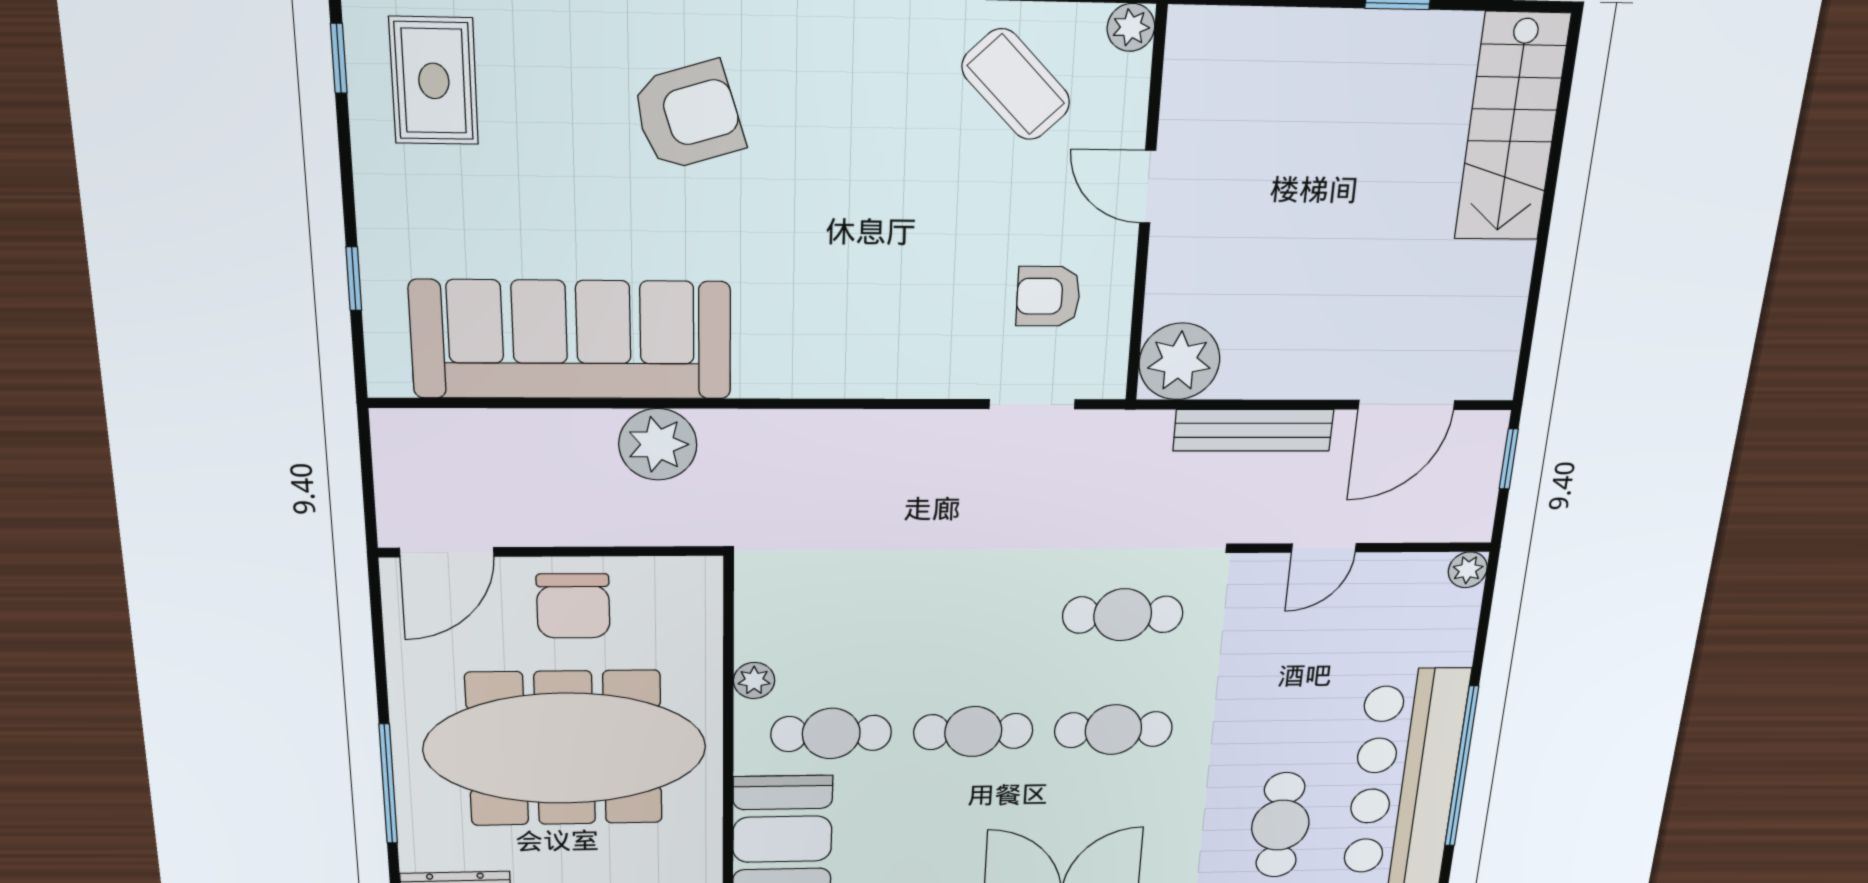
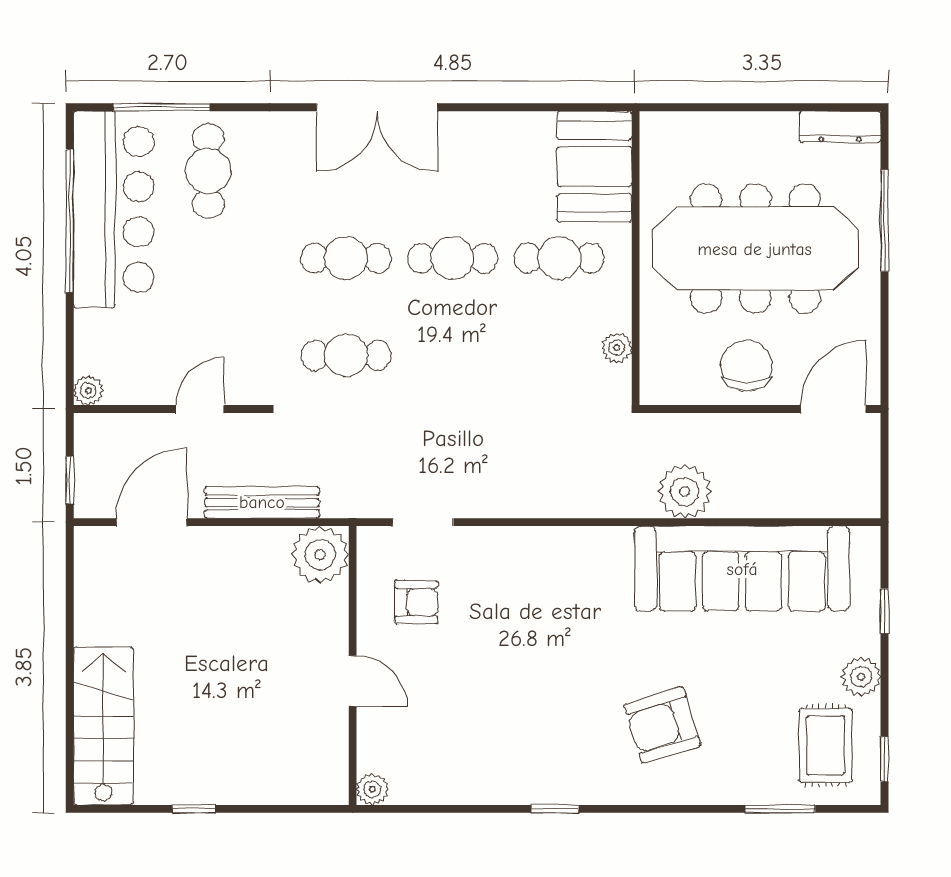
coffee table: (1016, 84) -> (447, 750), removed
plant: (384, 183) -> (861, 677), added
plant: (754, 681) -> (617, 348), moved

